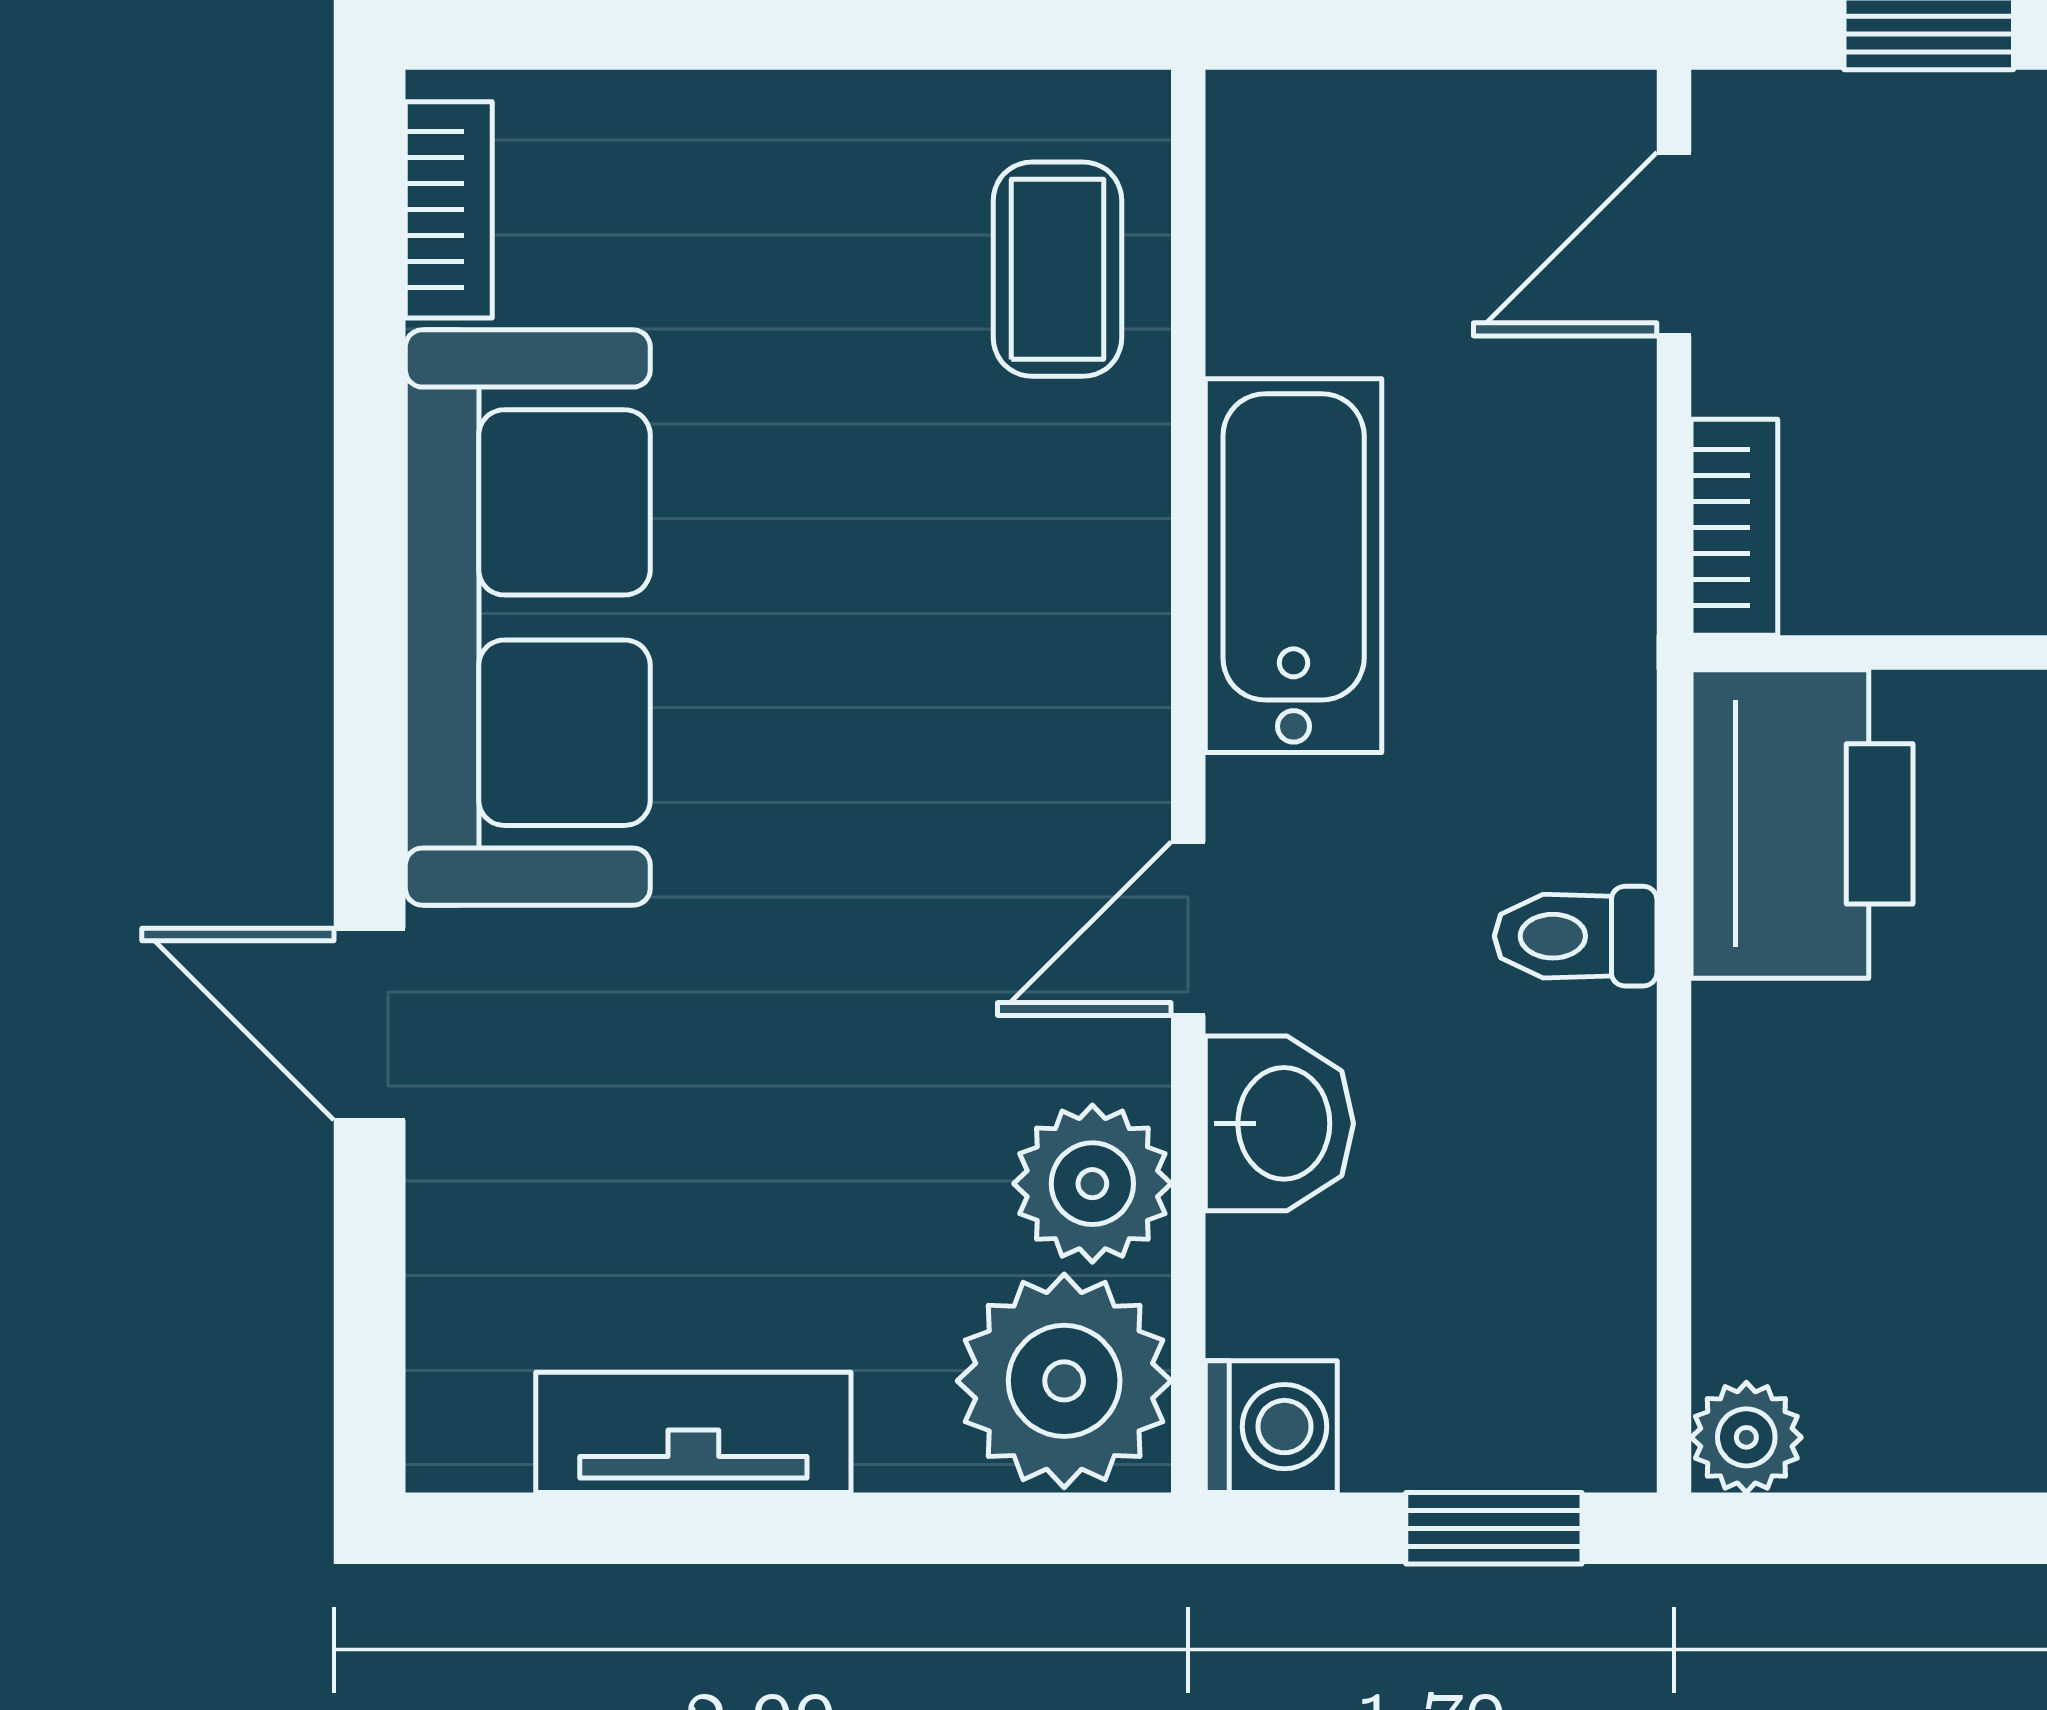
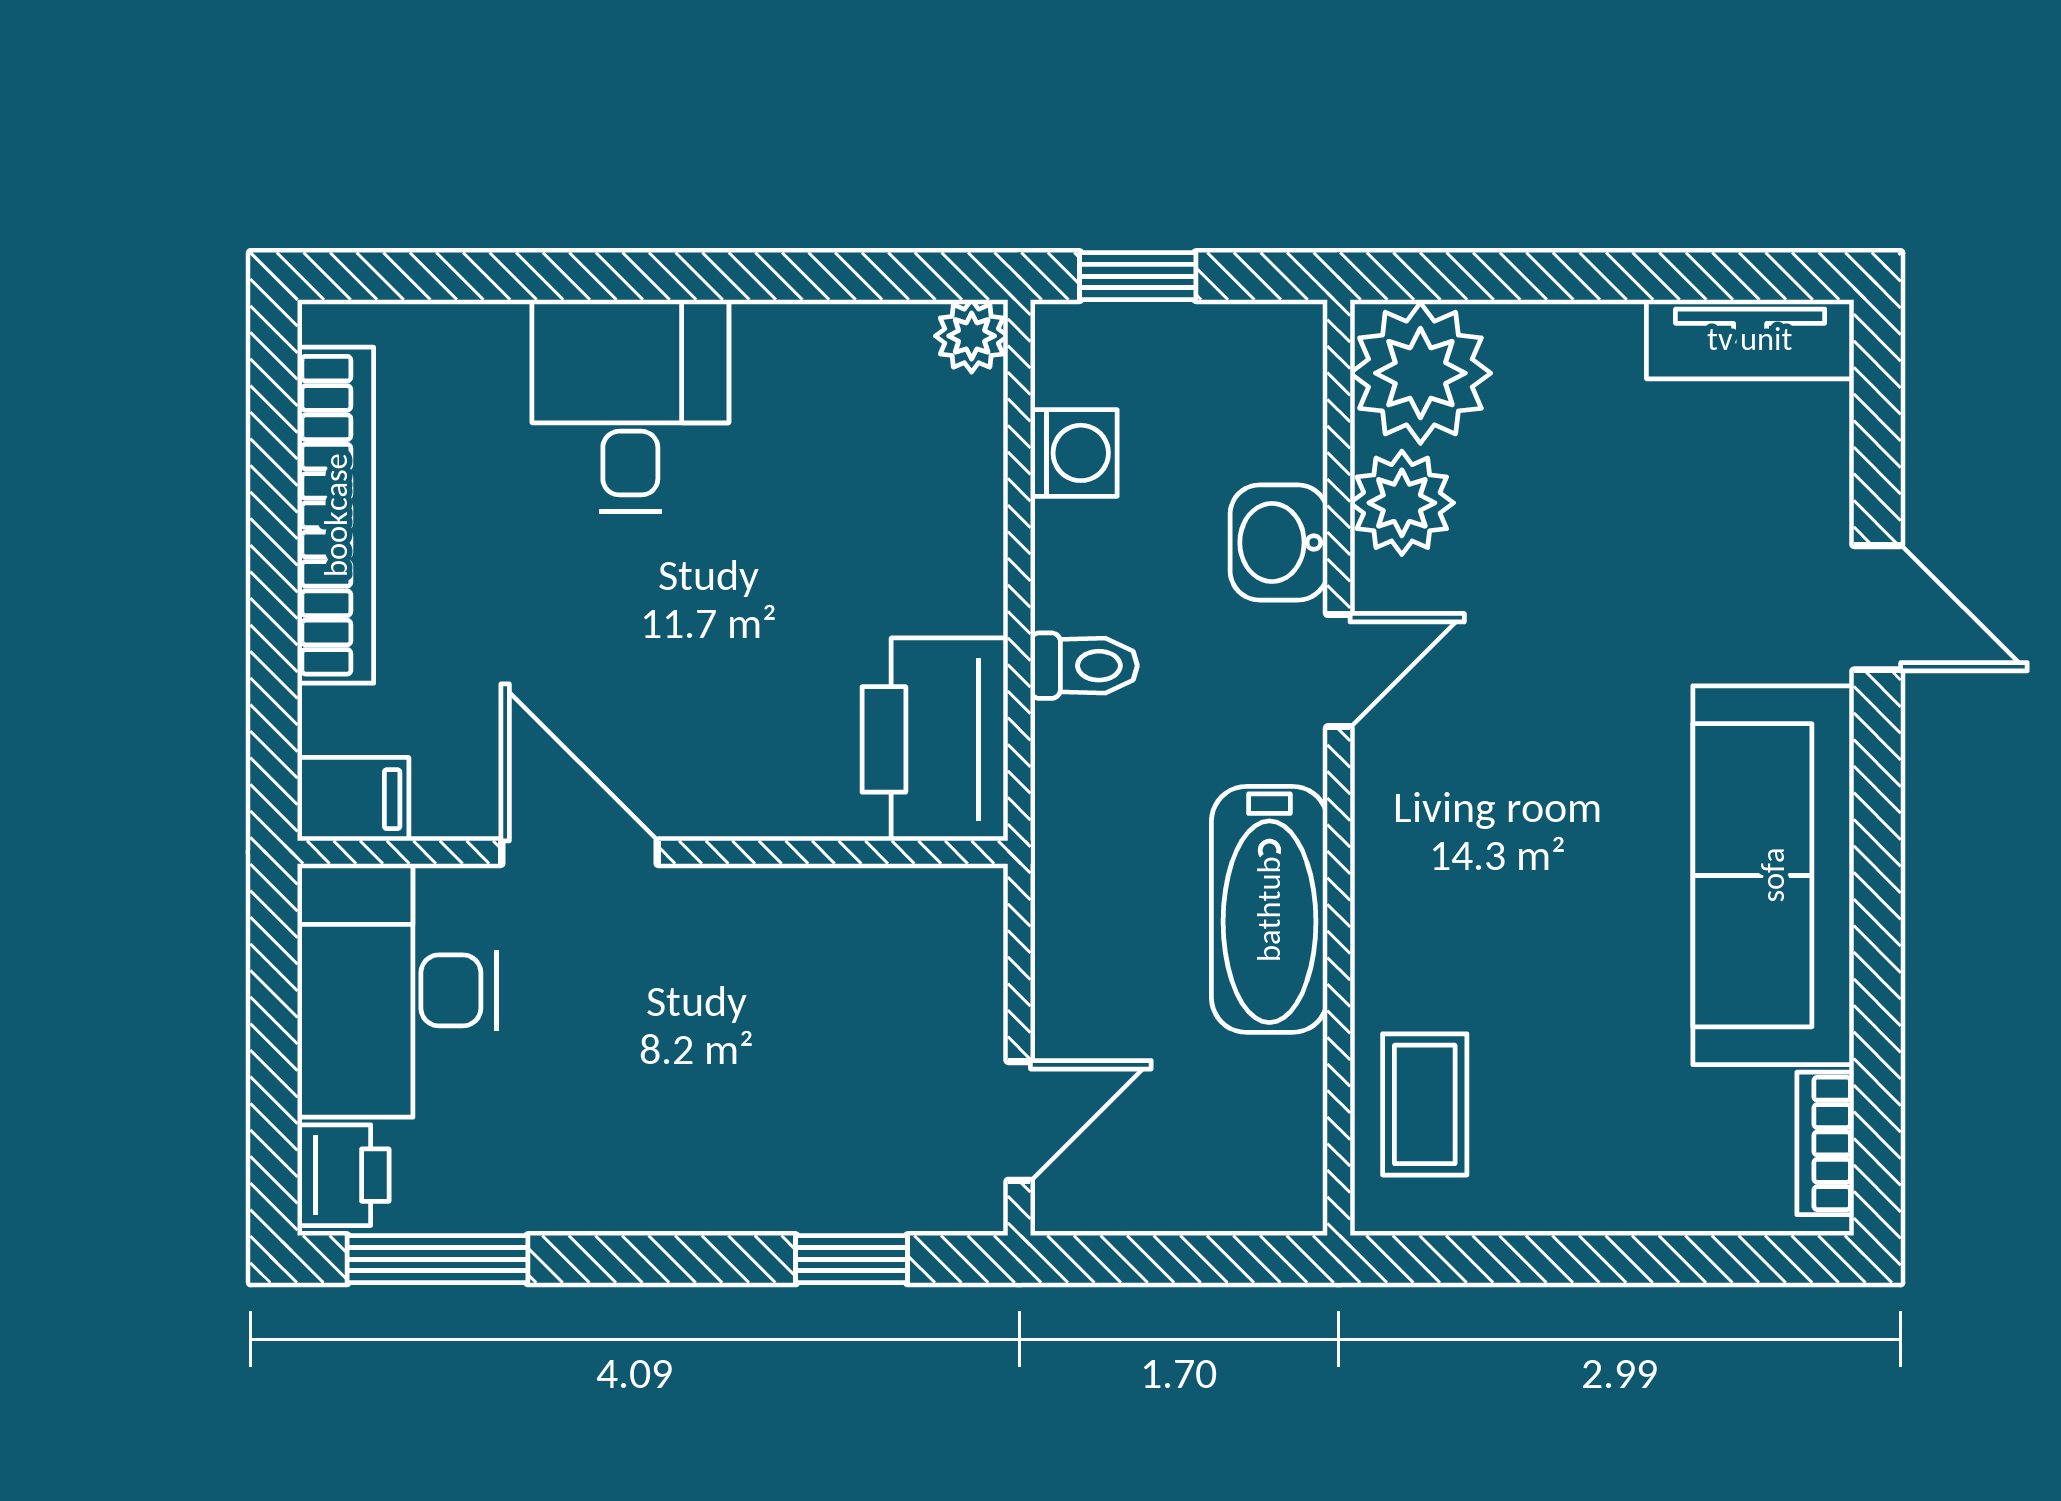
bookcase: (1734, 527) -> (979, 935), removed
washing machine: (1271, 1427) -> (1074, 453), moved, turned 180
tv unit: (693, 1432) -> (1750, 339), moved

